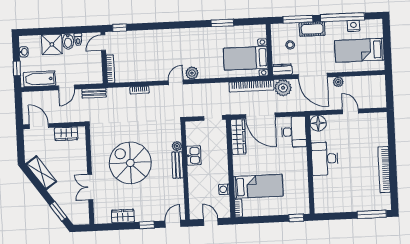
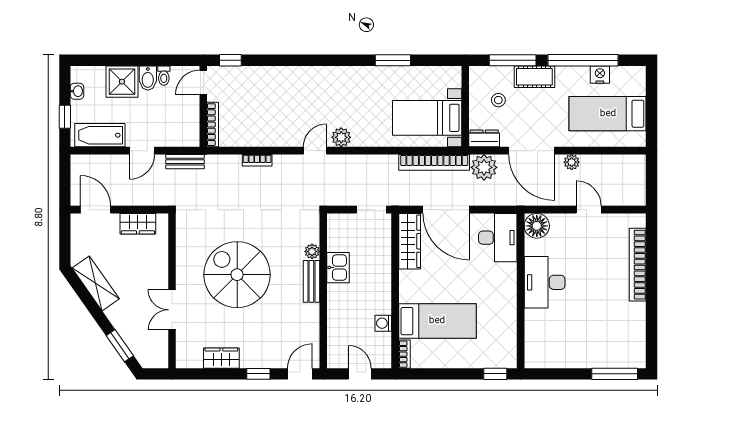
bookcase: (384, 170) -> (638, 265), moved

